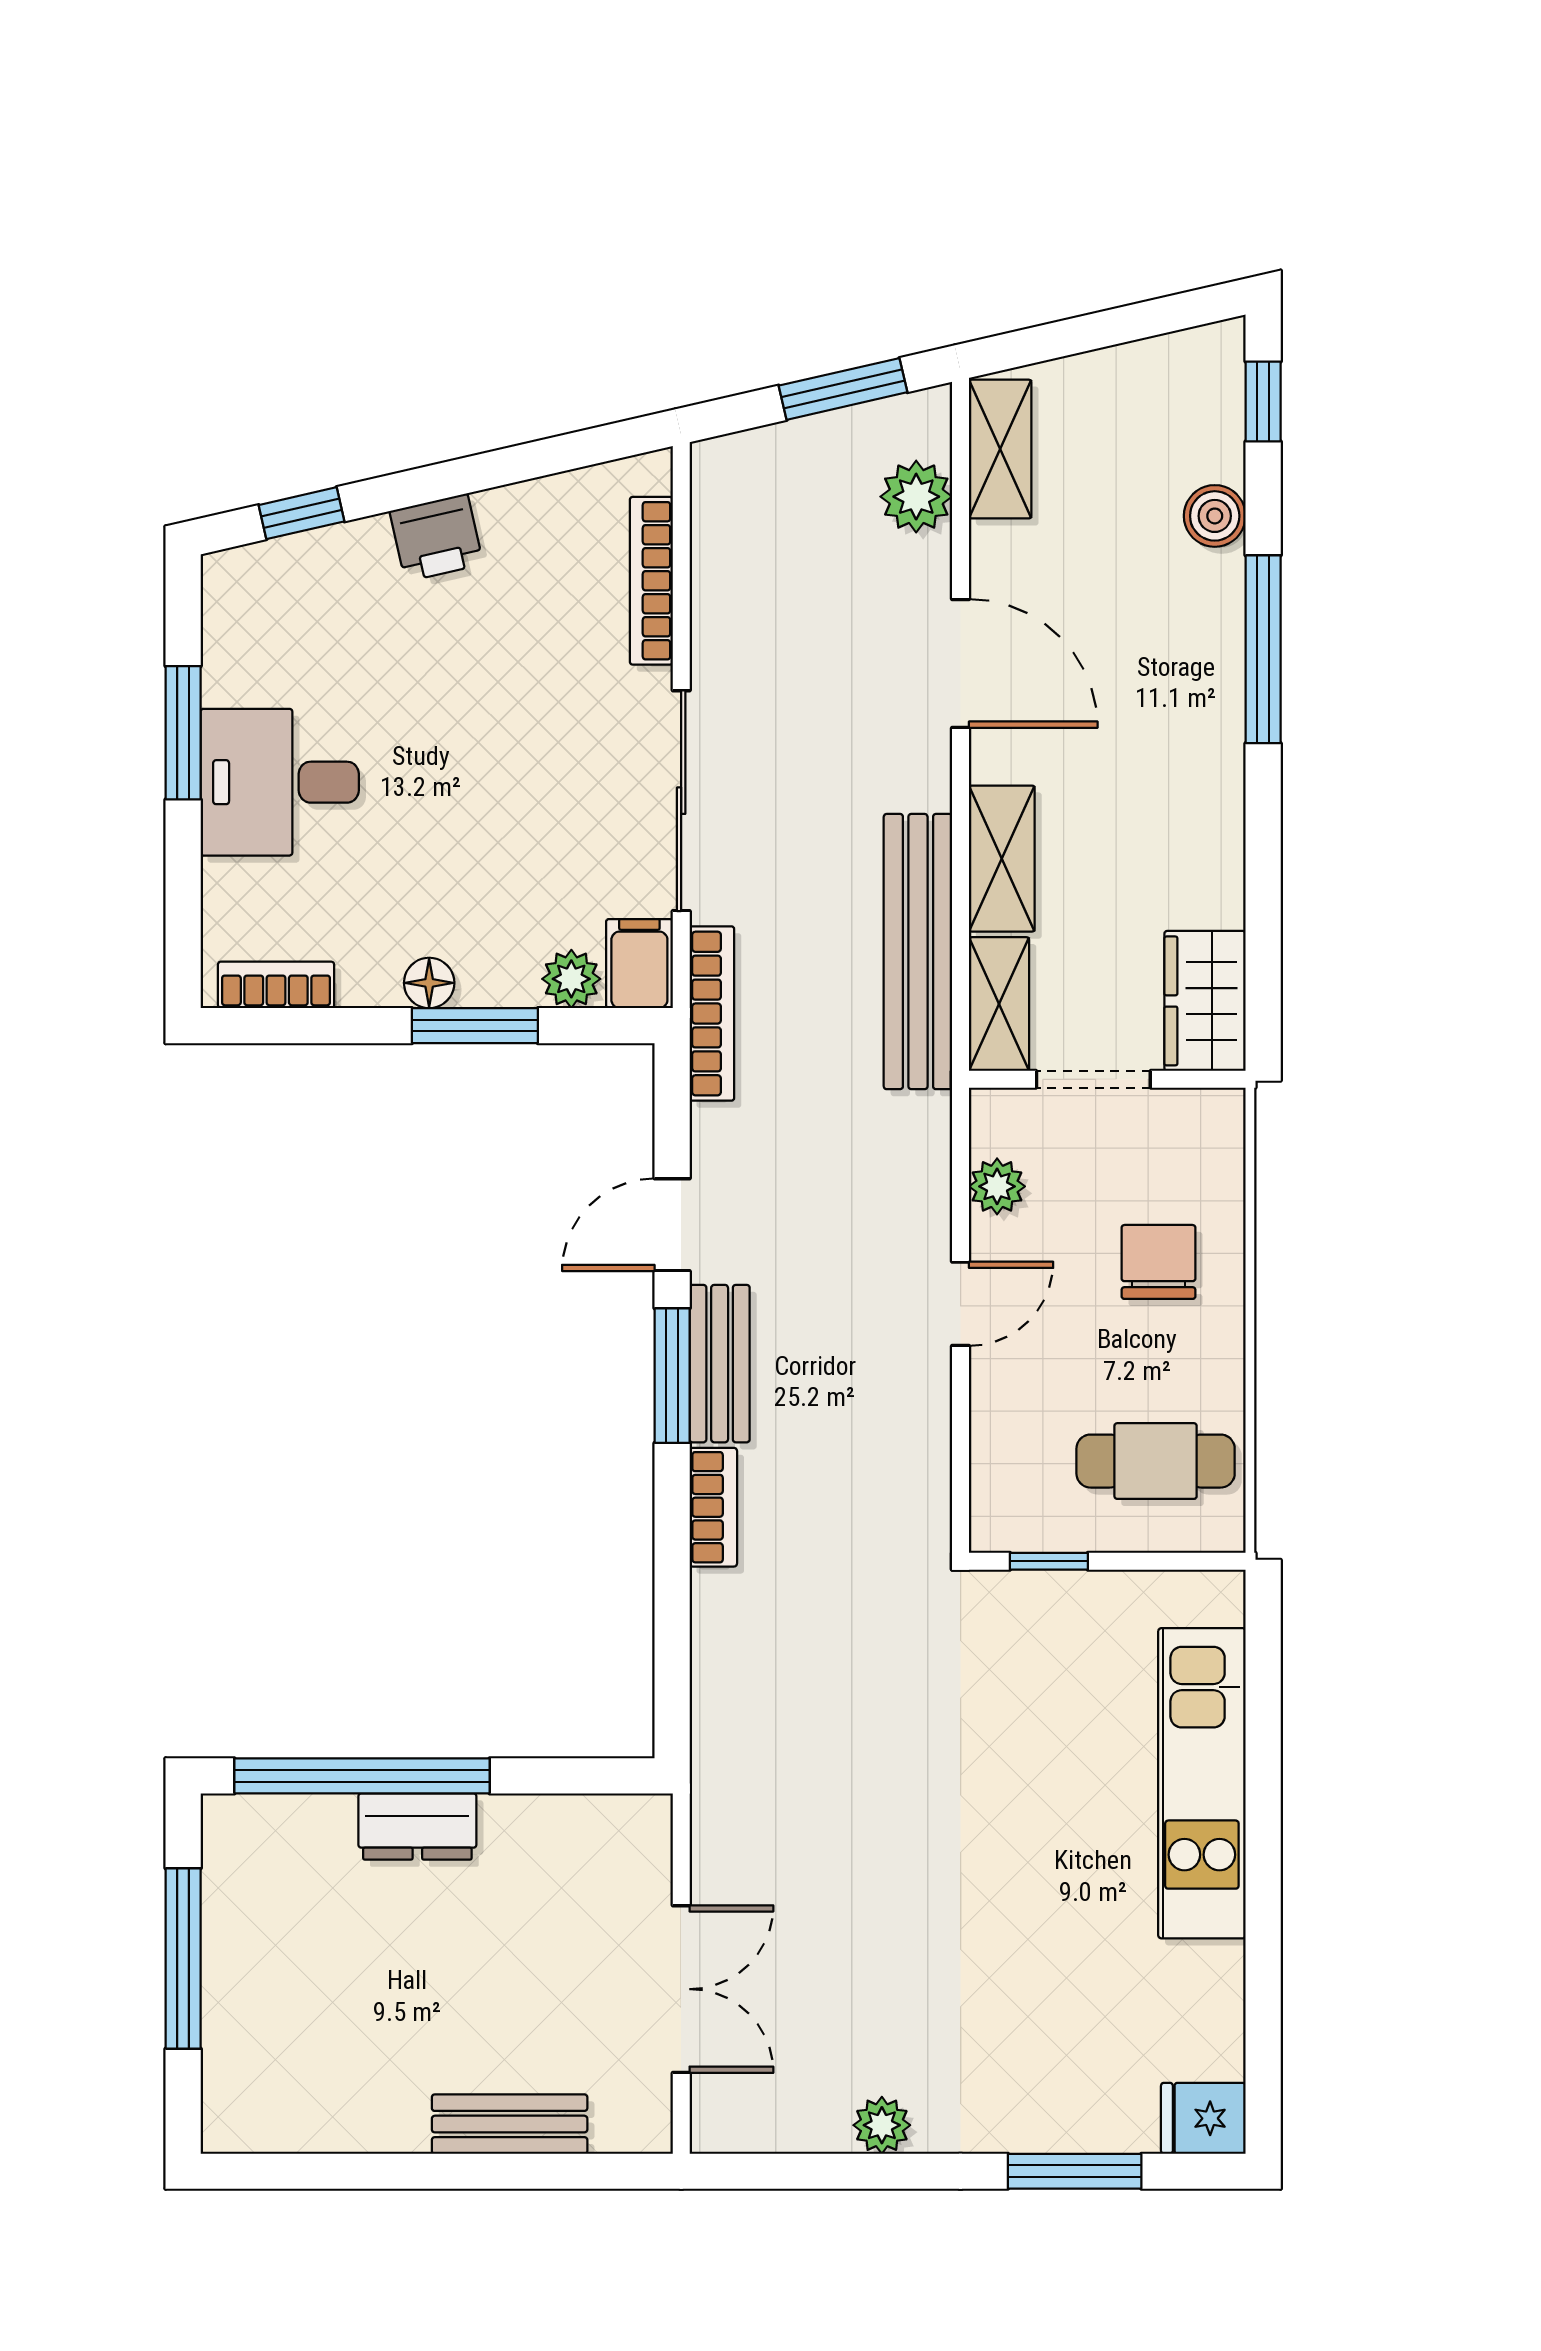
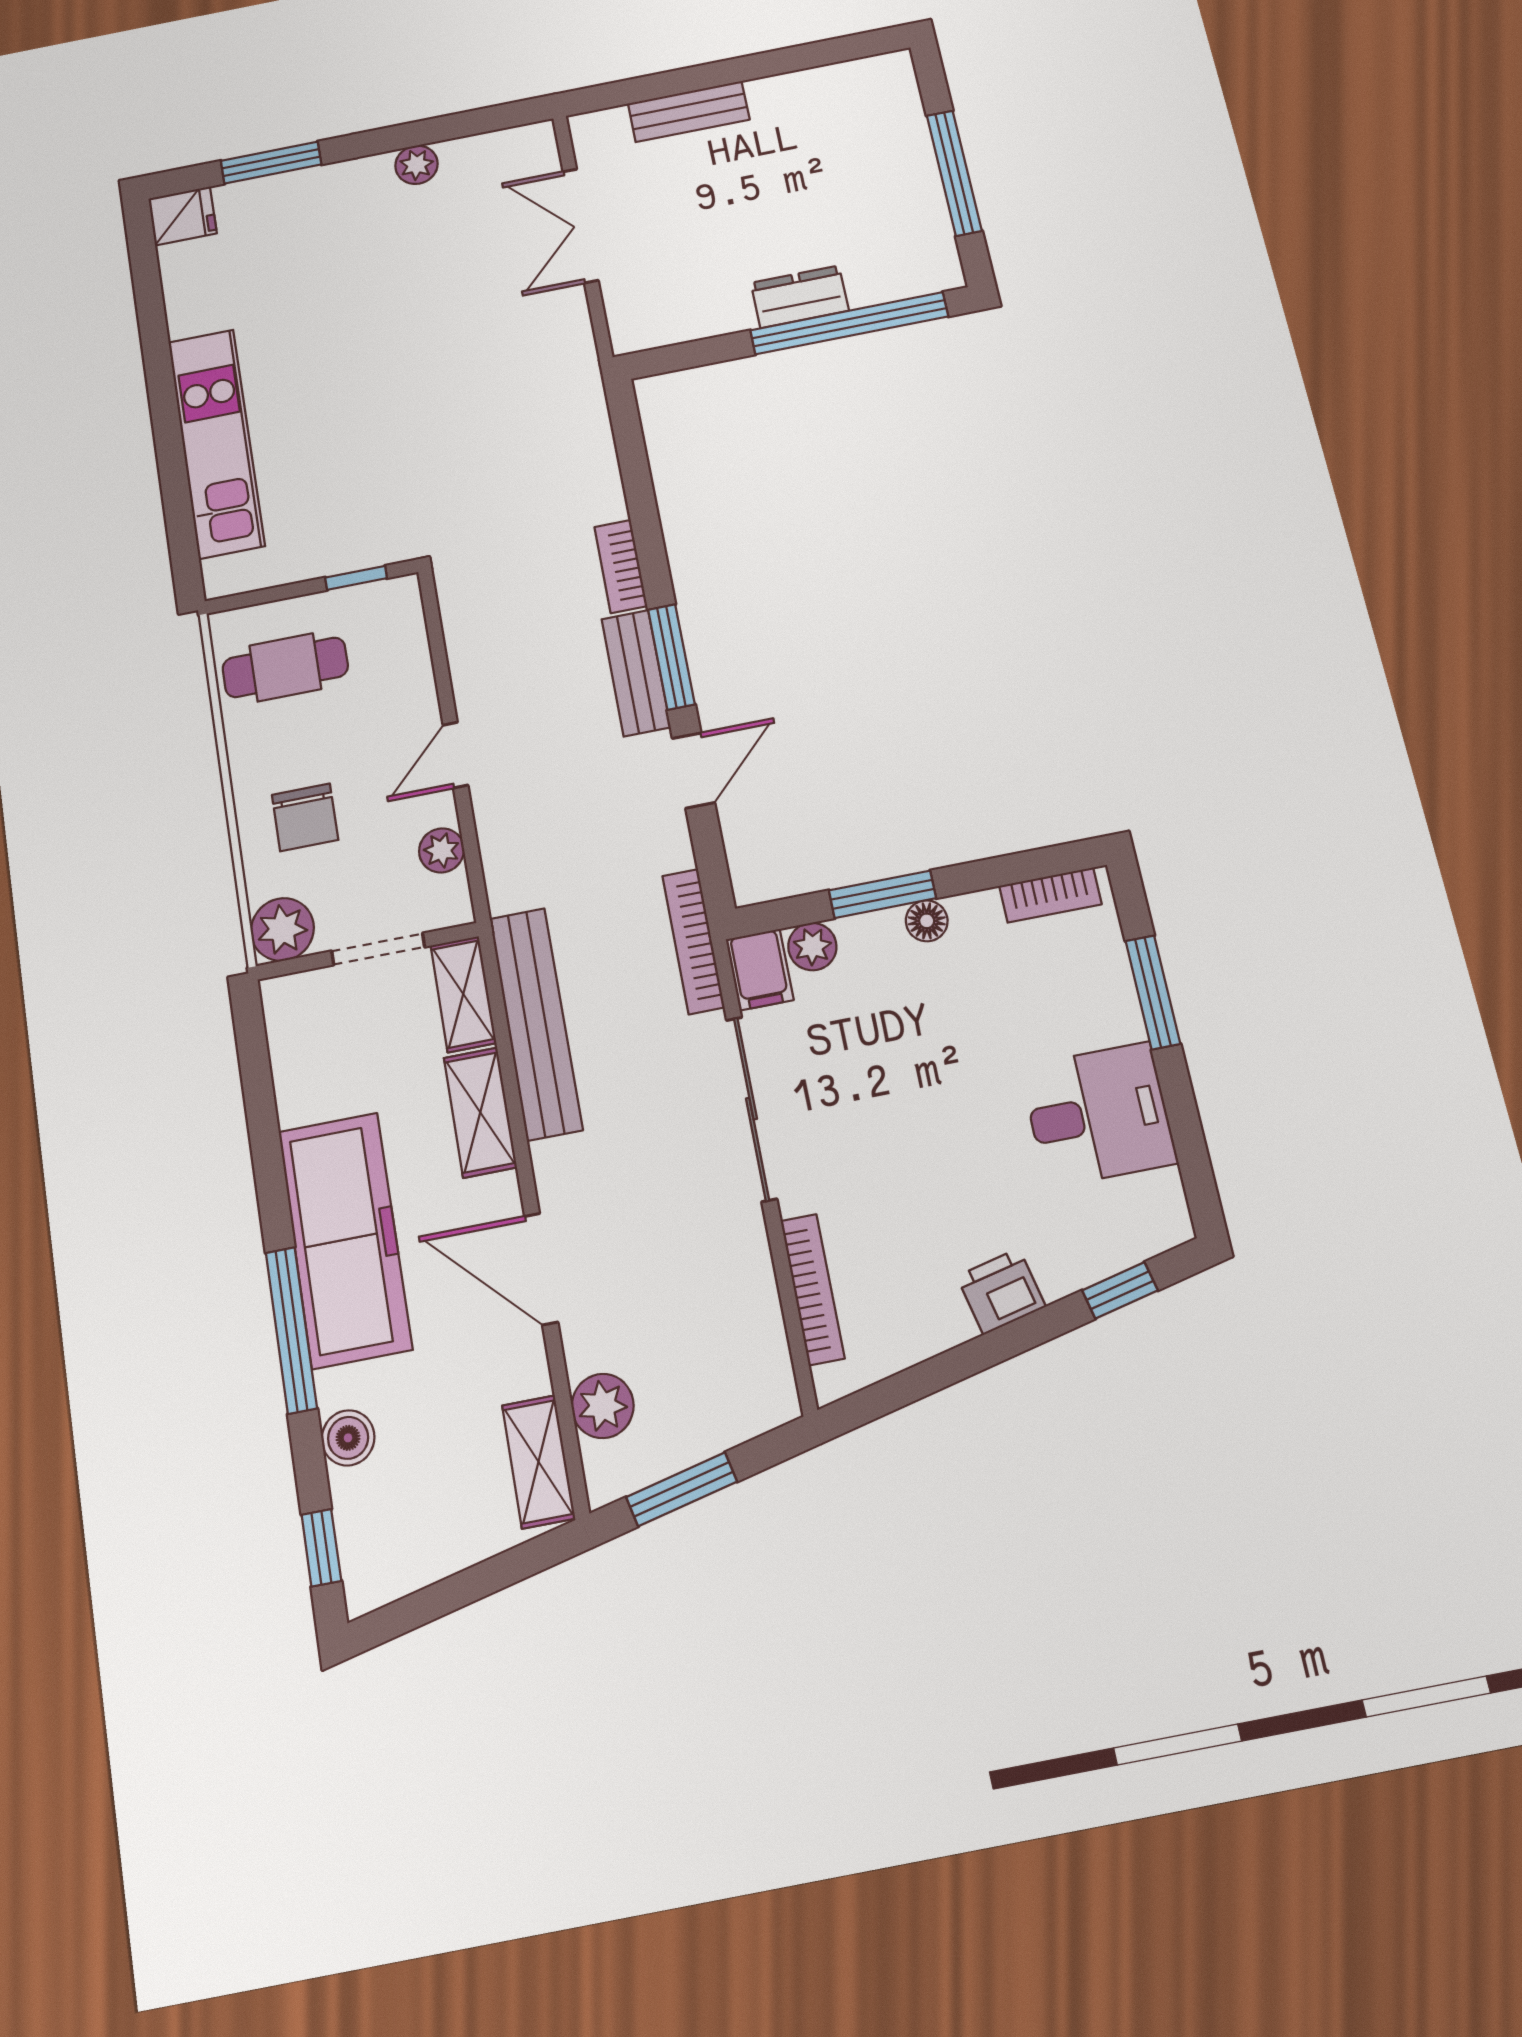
window: (183, 733) -> (1153, 992), moved
freezer: (1185, 741) -> (345, 1240), added
desk: (280, 782) -> (1098, 1115), moved
wardrobe: (1205, 1001) -> (298, 1029), removed
plant: (1206, 1127) -> (282, 929), added

